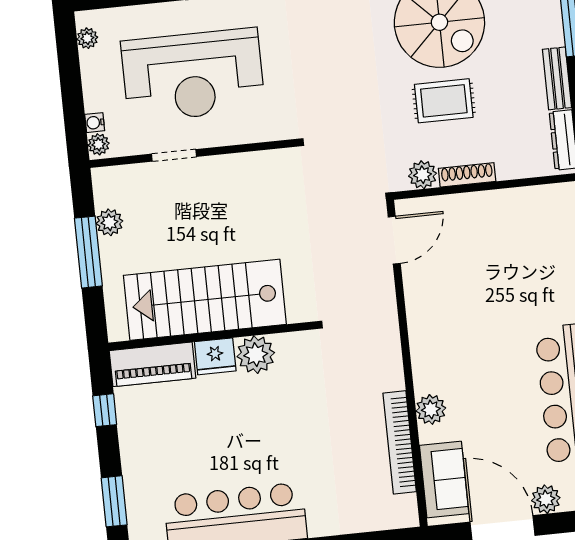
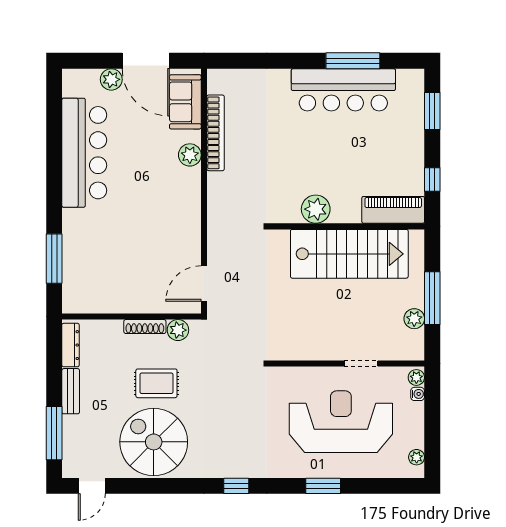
fridge: (215, 356) -> (346, 211), removed

